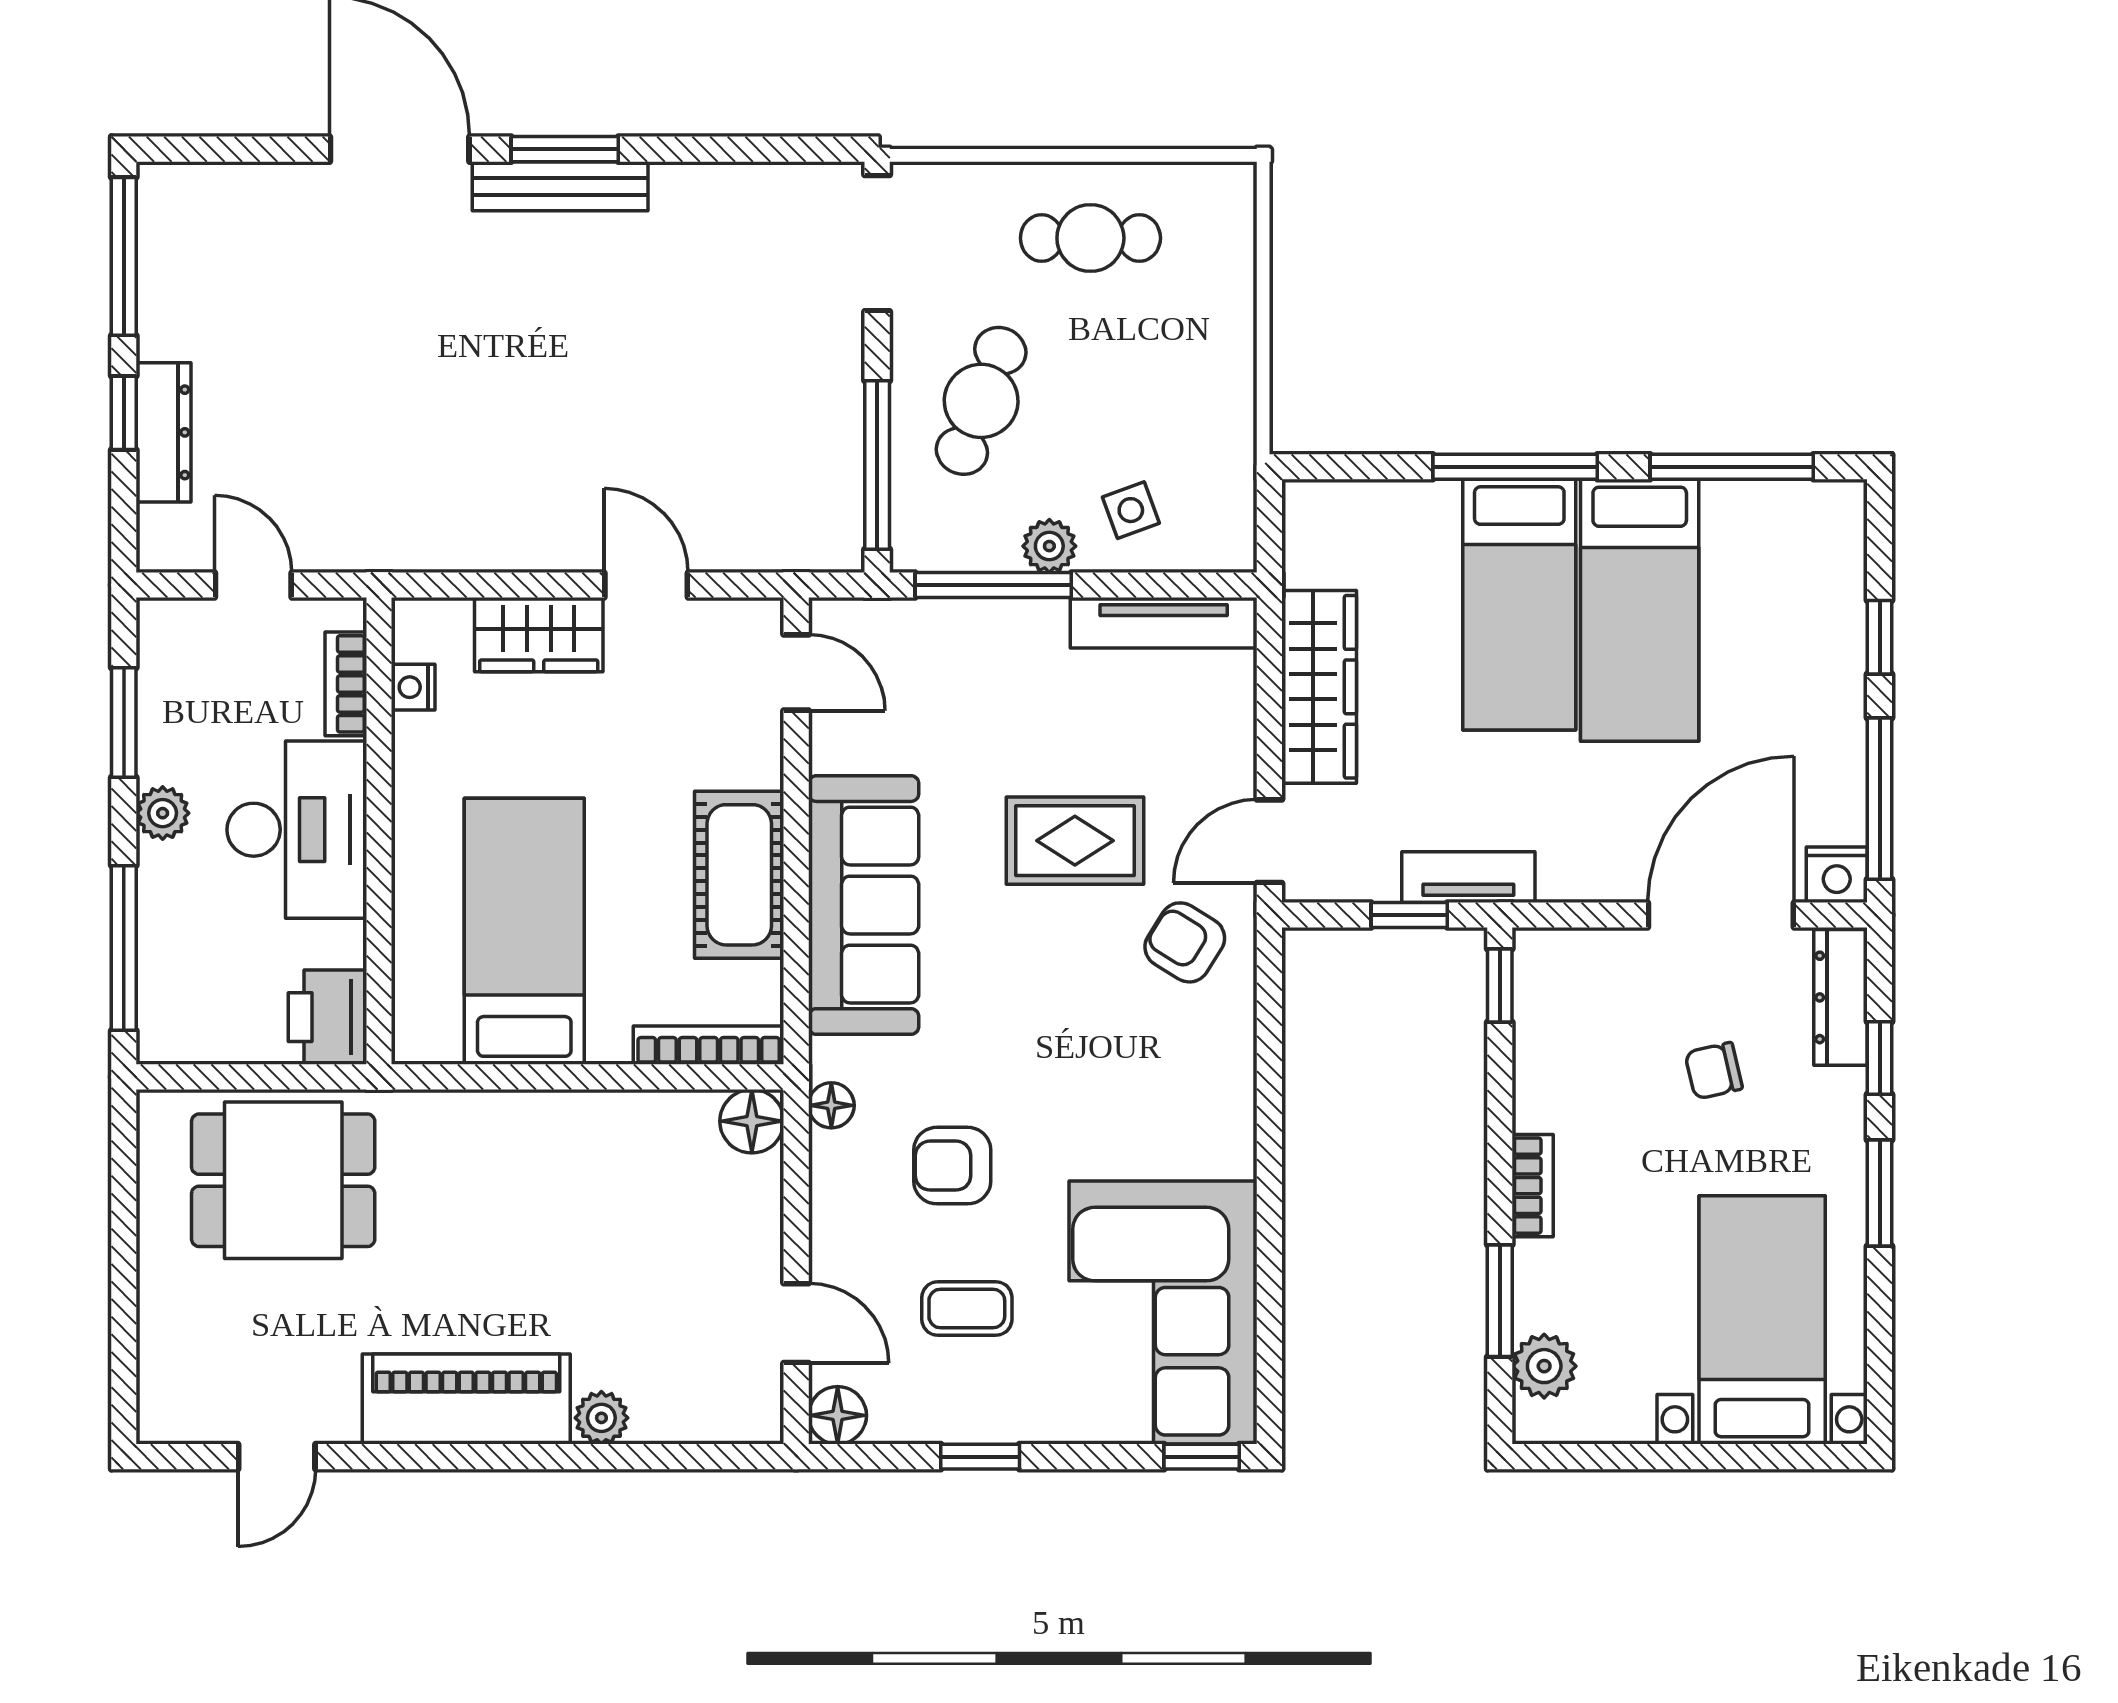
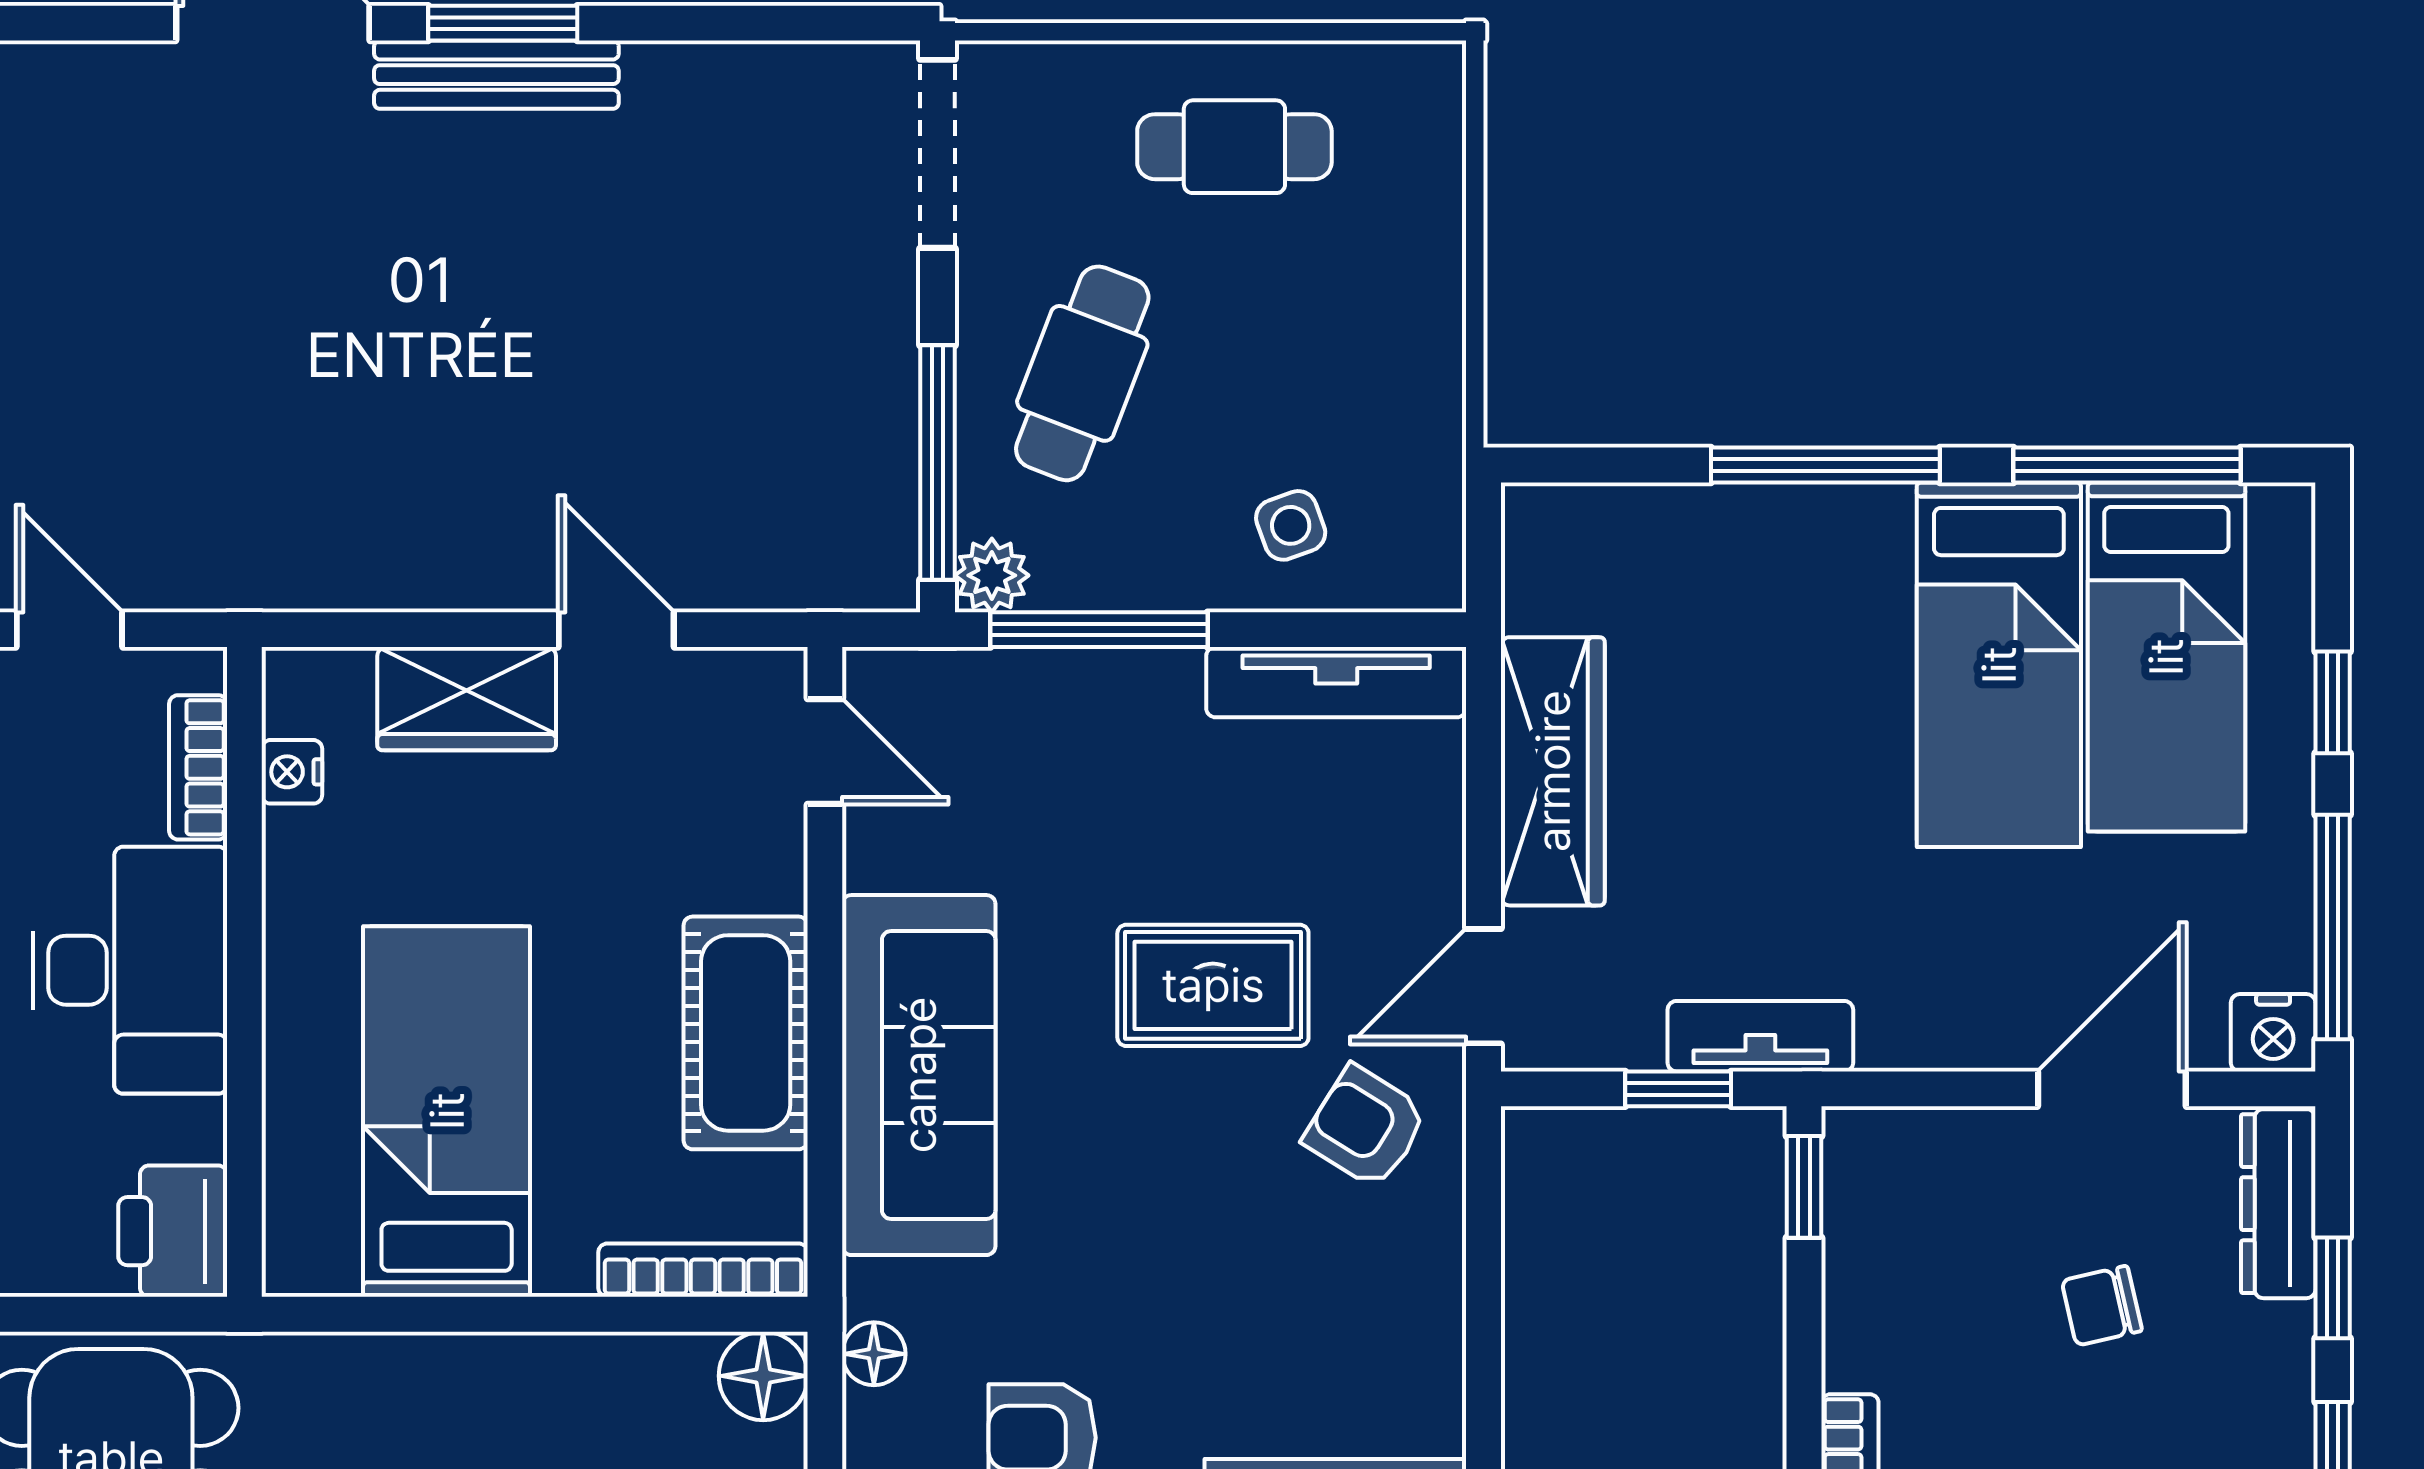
plant: (1049, 546) -> (992, 575), moved
bed: (1519, 605) -> (2166, 657), moved
door: (1721, 915) -> (2112, 1089), width x0.73

